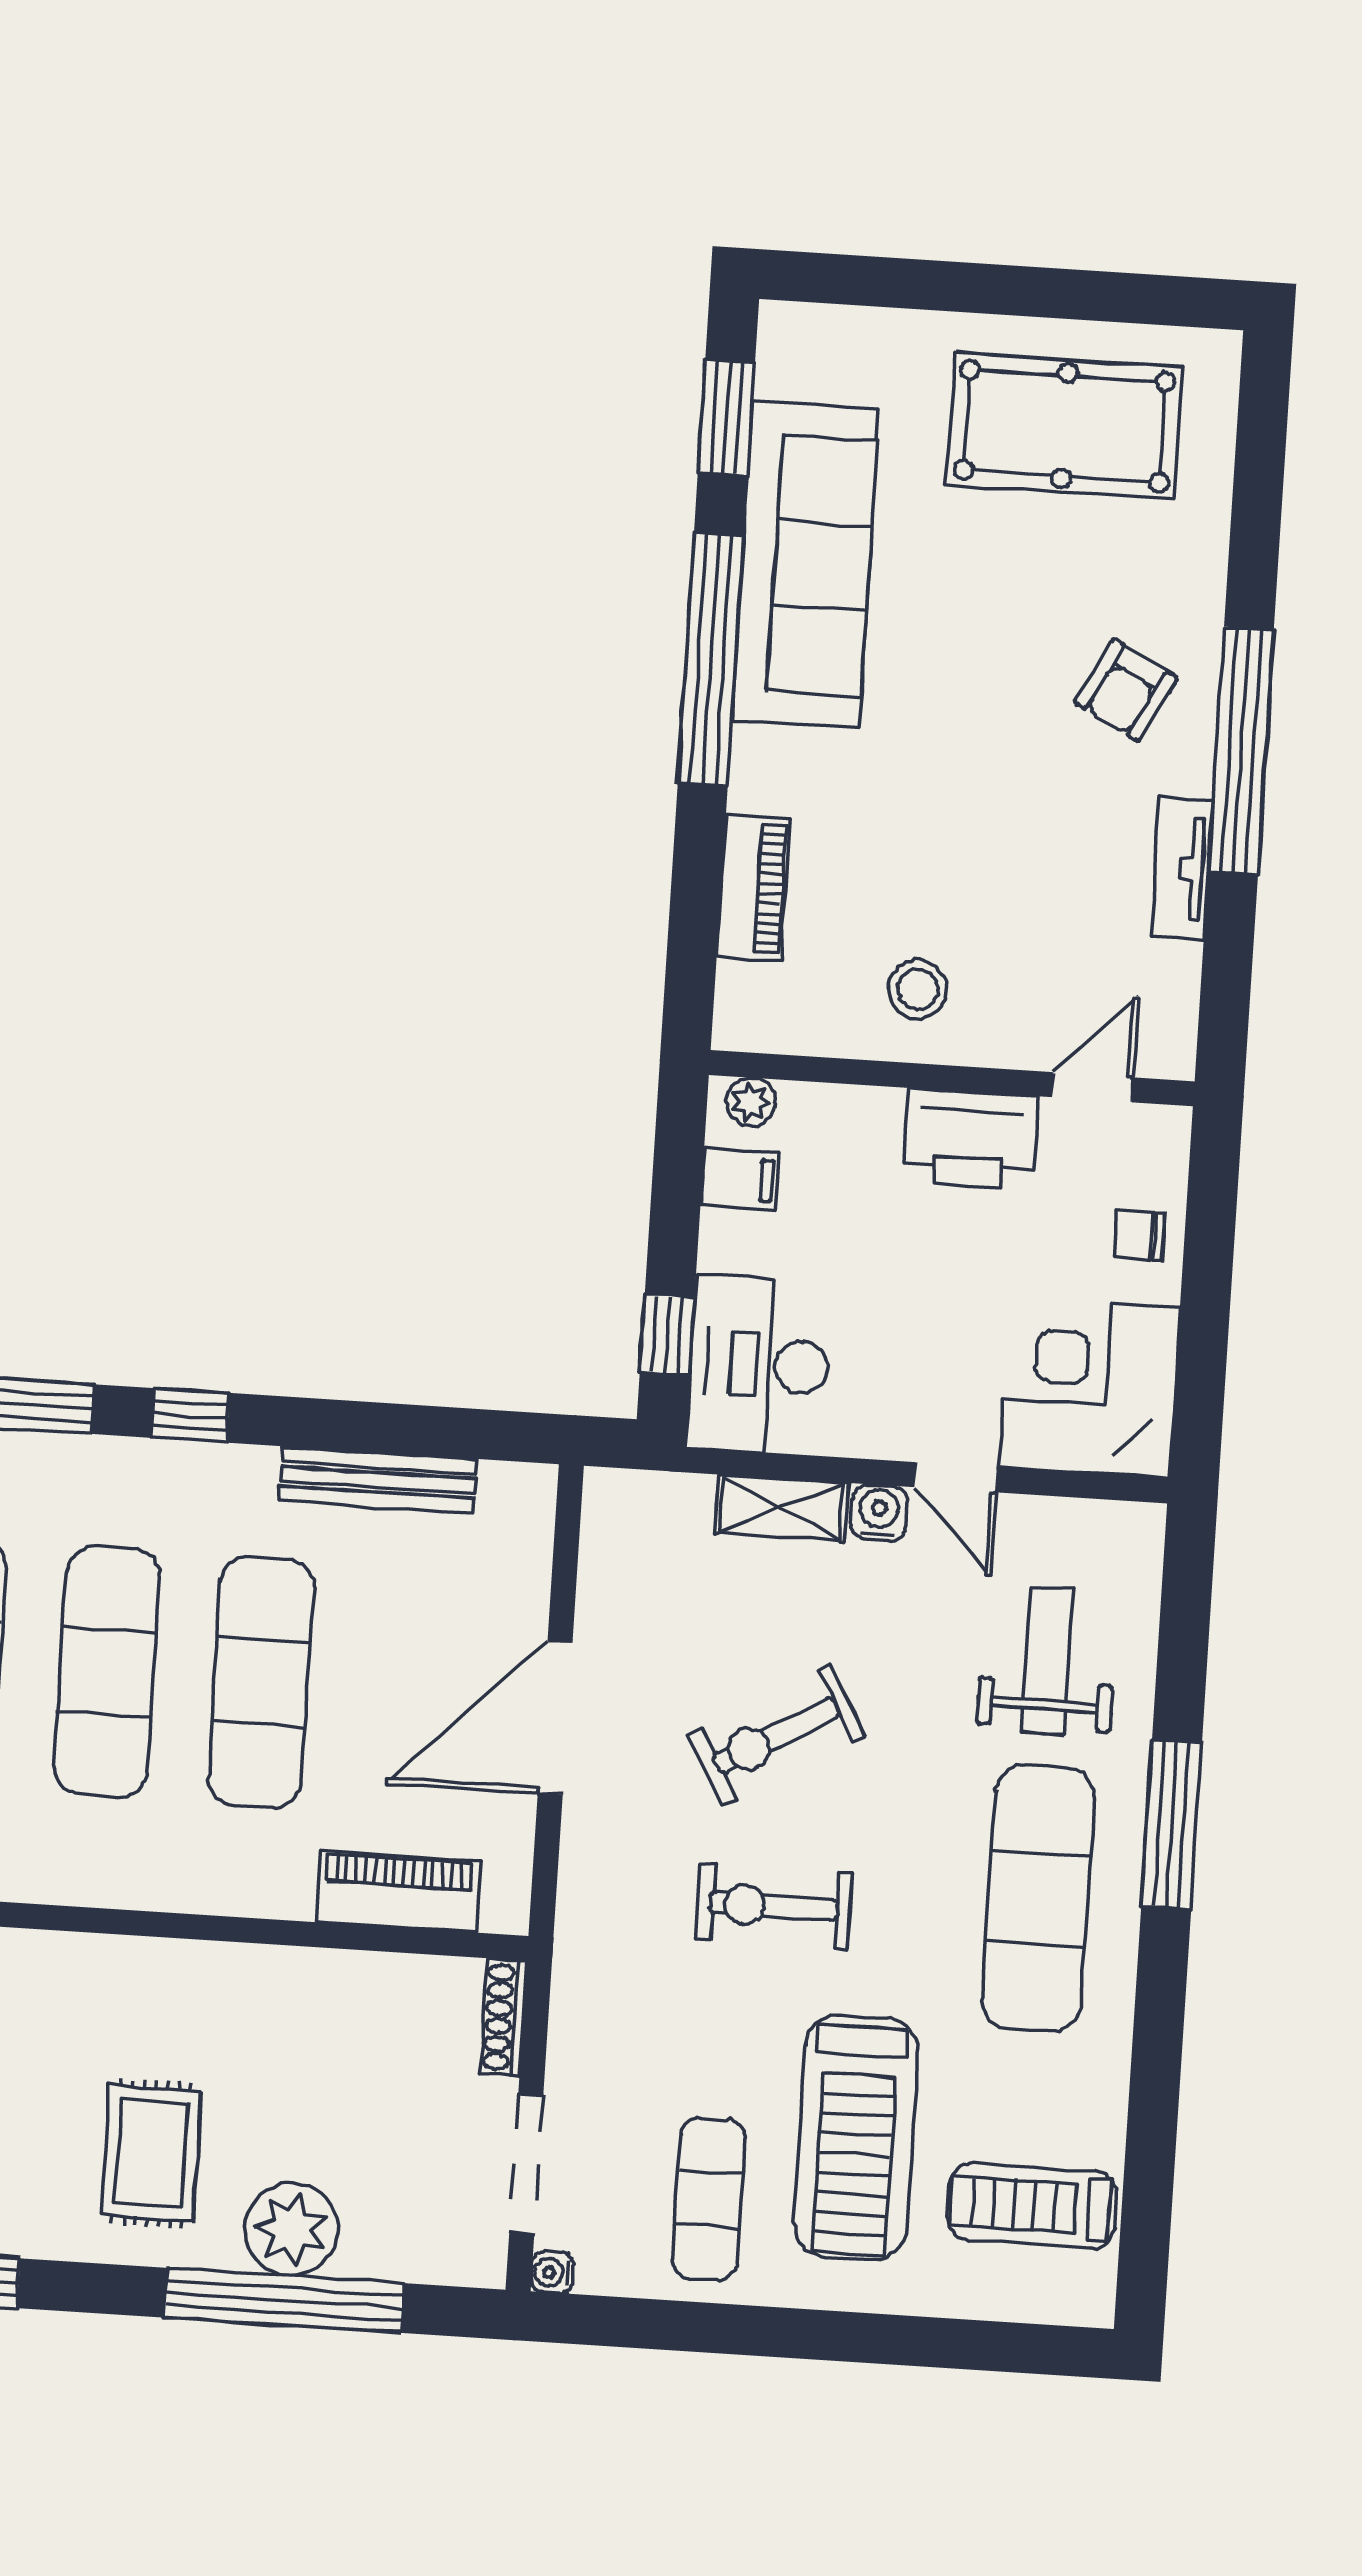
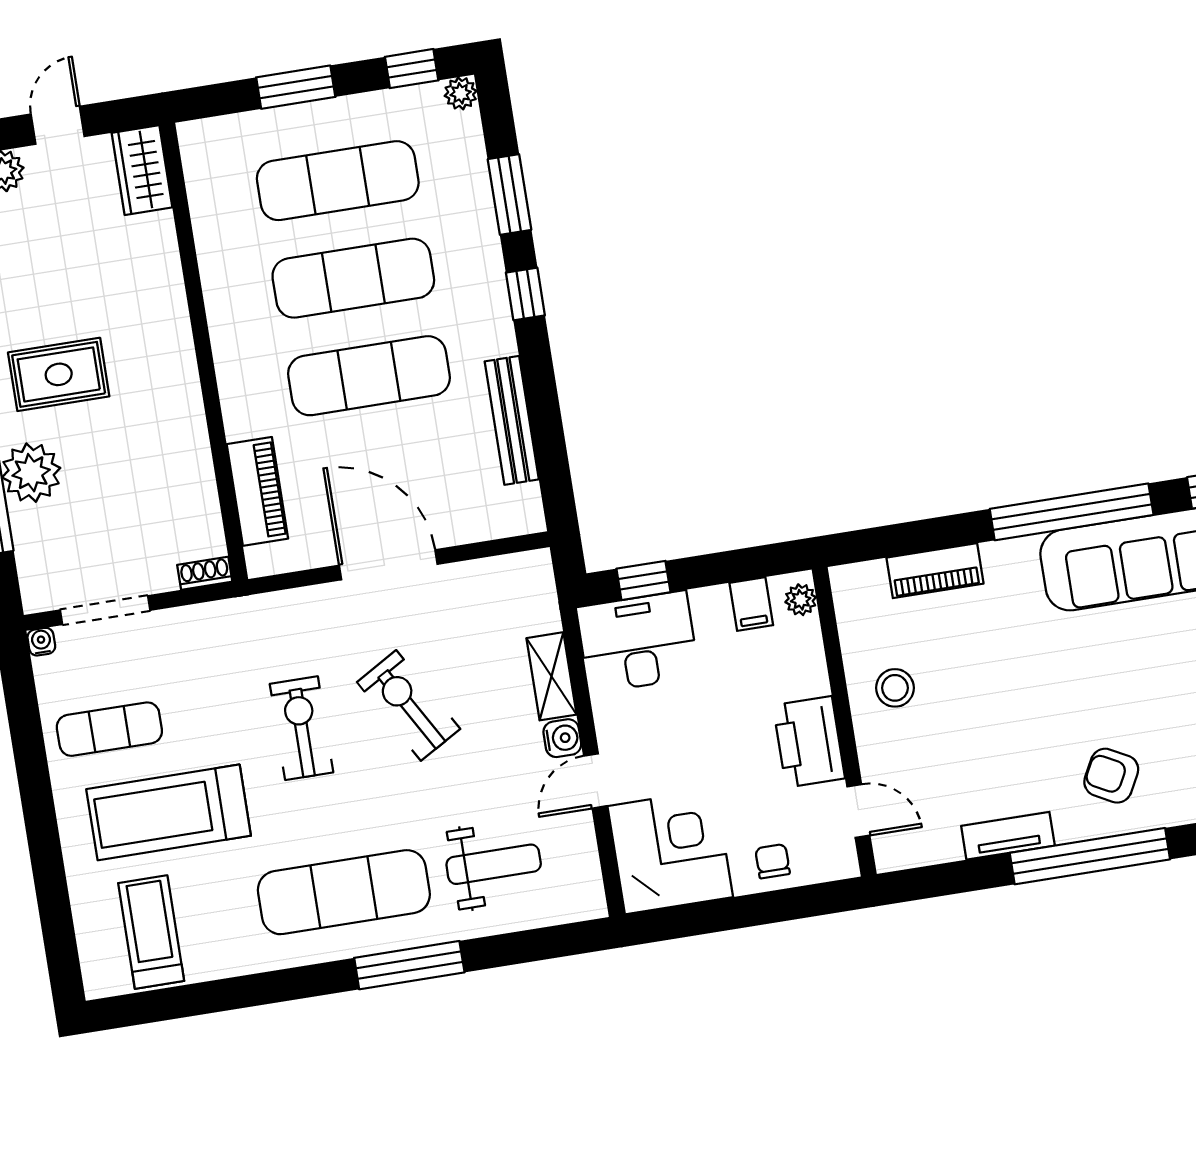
shoe rack: (503, 2017) -> (205, 573), width x0.70

